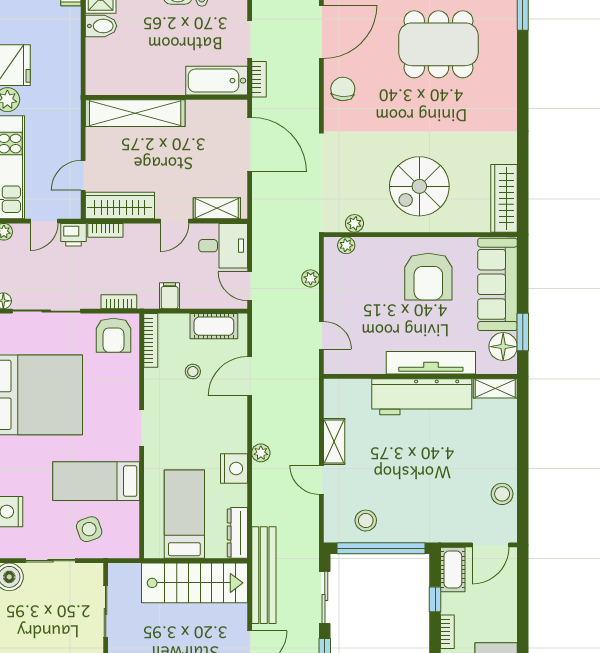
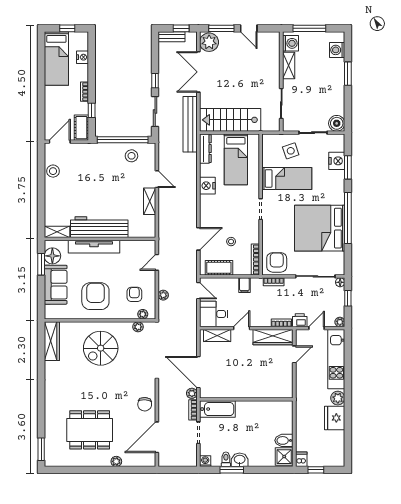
shelving: (135, 113) -> (264, 390), removed
spiral stairs: (419, 186) -> (101, 348), turned 180
armchair: (361, 280) -> (134, 294), added
sofa: (498, 284) -> (56, 285), width x0.73
door: (321, 335) -> (157, 262), hinge flipped
plant: (261, 453) -> (192, 393), moved

